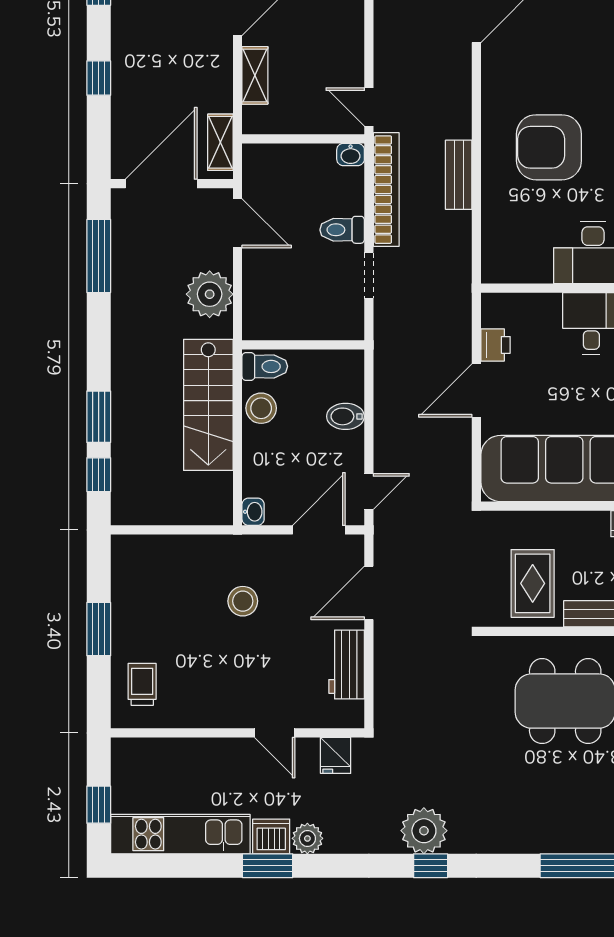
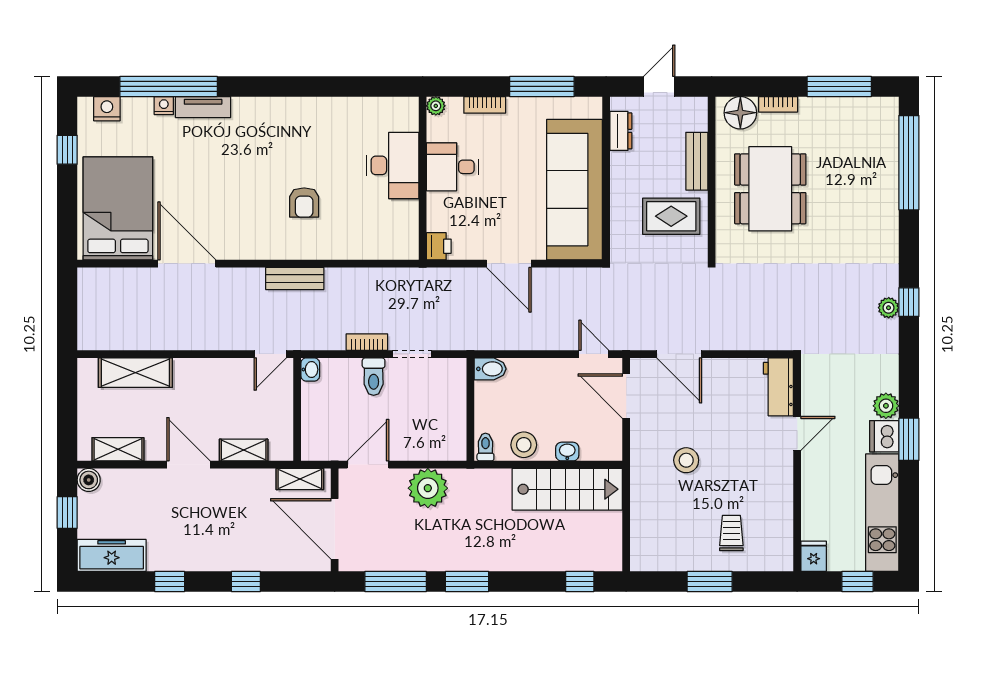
armchair: (549, 147) -> (304, 203), width x0.53, depth x0.53
bench: (459, 175) -> (295, 278), moved
bookcase: (386, 190) -> (367, 342), width x0.43, depth x0.76
printer: (495, 345) -> (439, 246), moved, turned 90
toilet: (265, 366) -> (485, 447), width x0.73, depth x0.72
stairs: (208, 405) -> (567, 489), moved
bidet: (345, 416) -> (490, 369), moved, turned -90
window: (99, 417) -> (467, 581), moved
washbasin: (253, 512) -> (567, 452), moved
workbench: (347, 664) -> (778, 387), moved, turned 90
trolley: (142, 684) -> (731, 533), moved, turned 90
fridge: (336, 755) -> (814, 556), moved, turned -90
plant: (424, 831) -> (889, 308), width x0.53, depth x0.53

